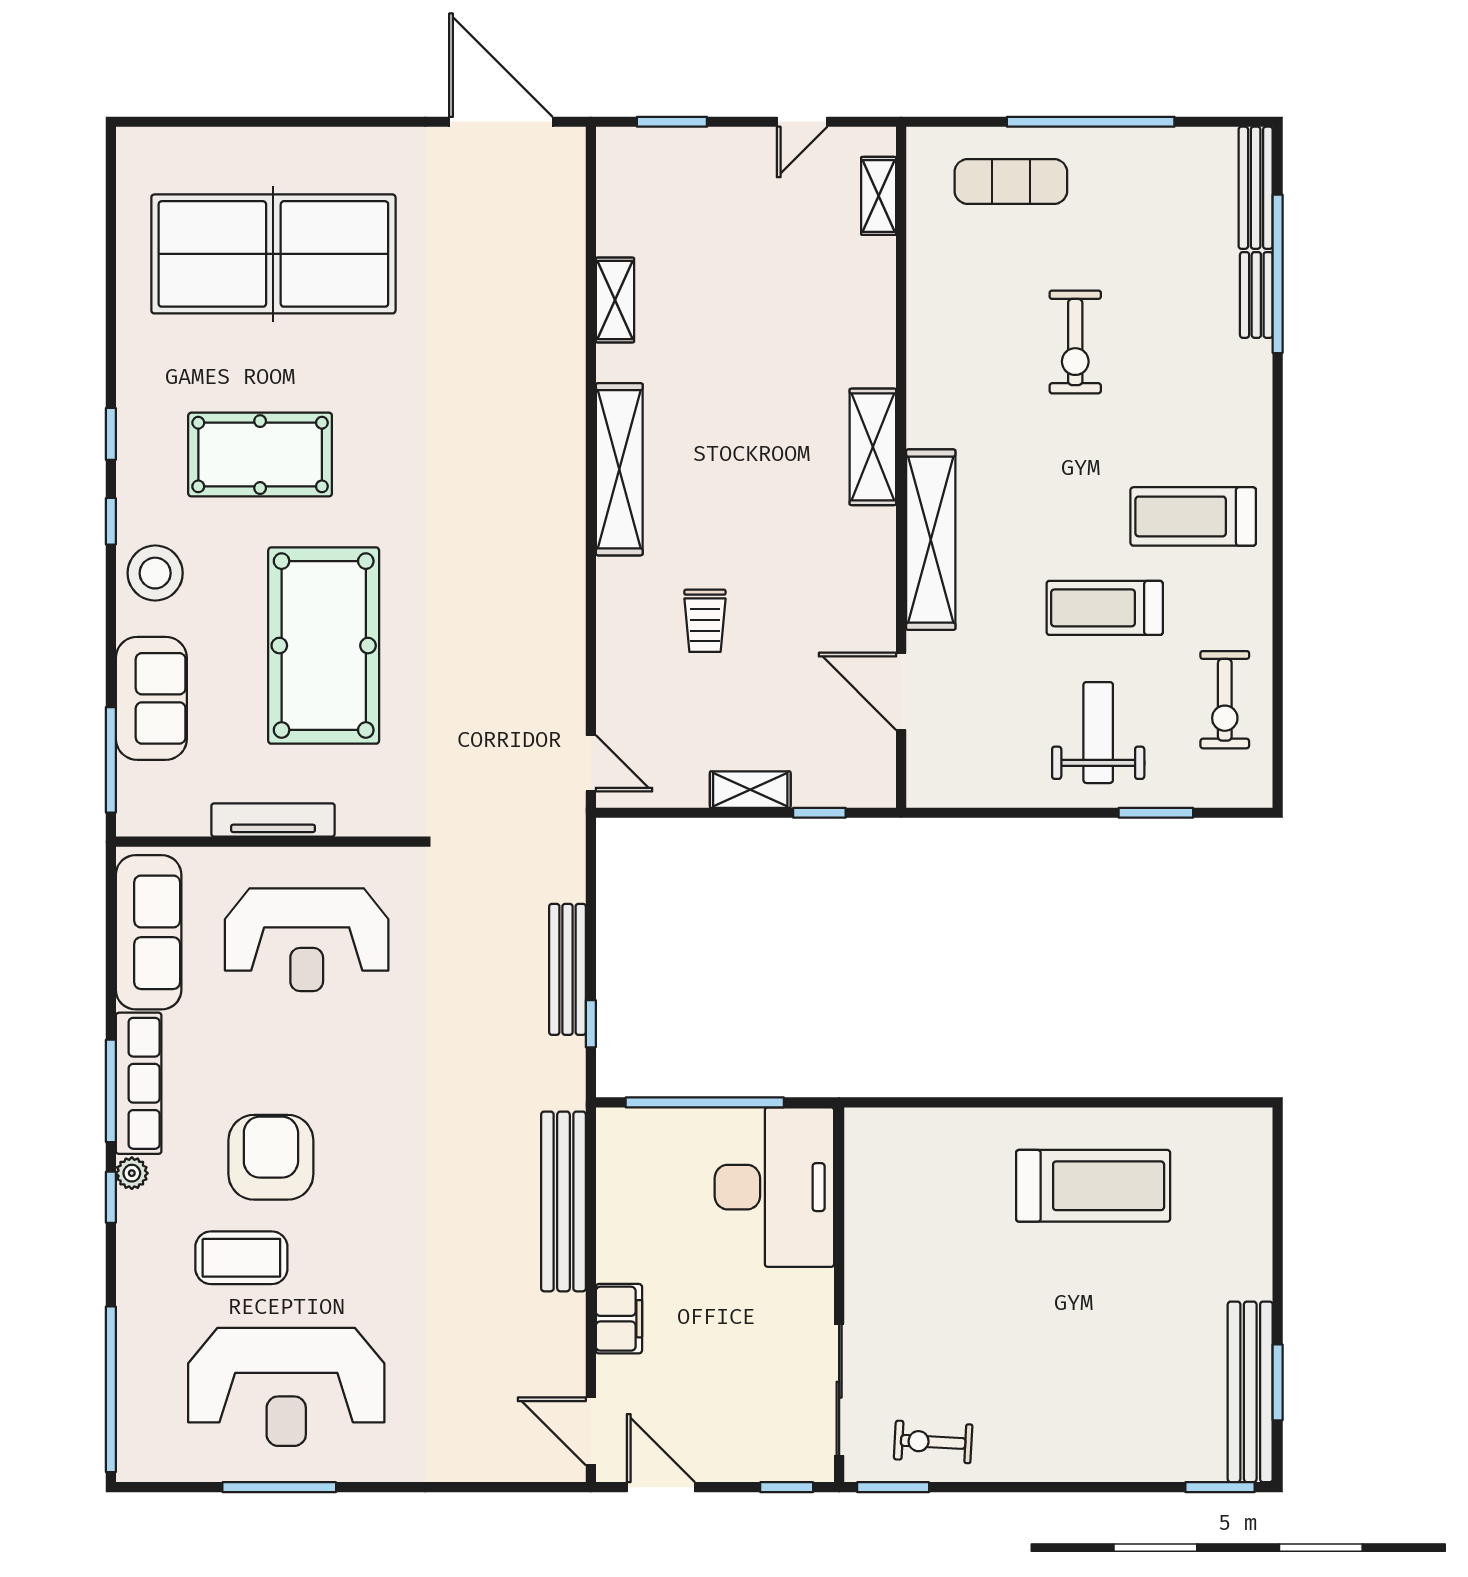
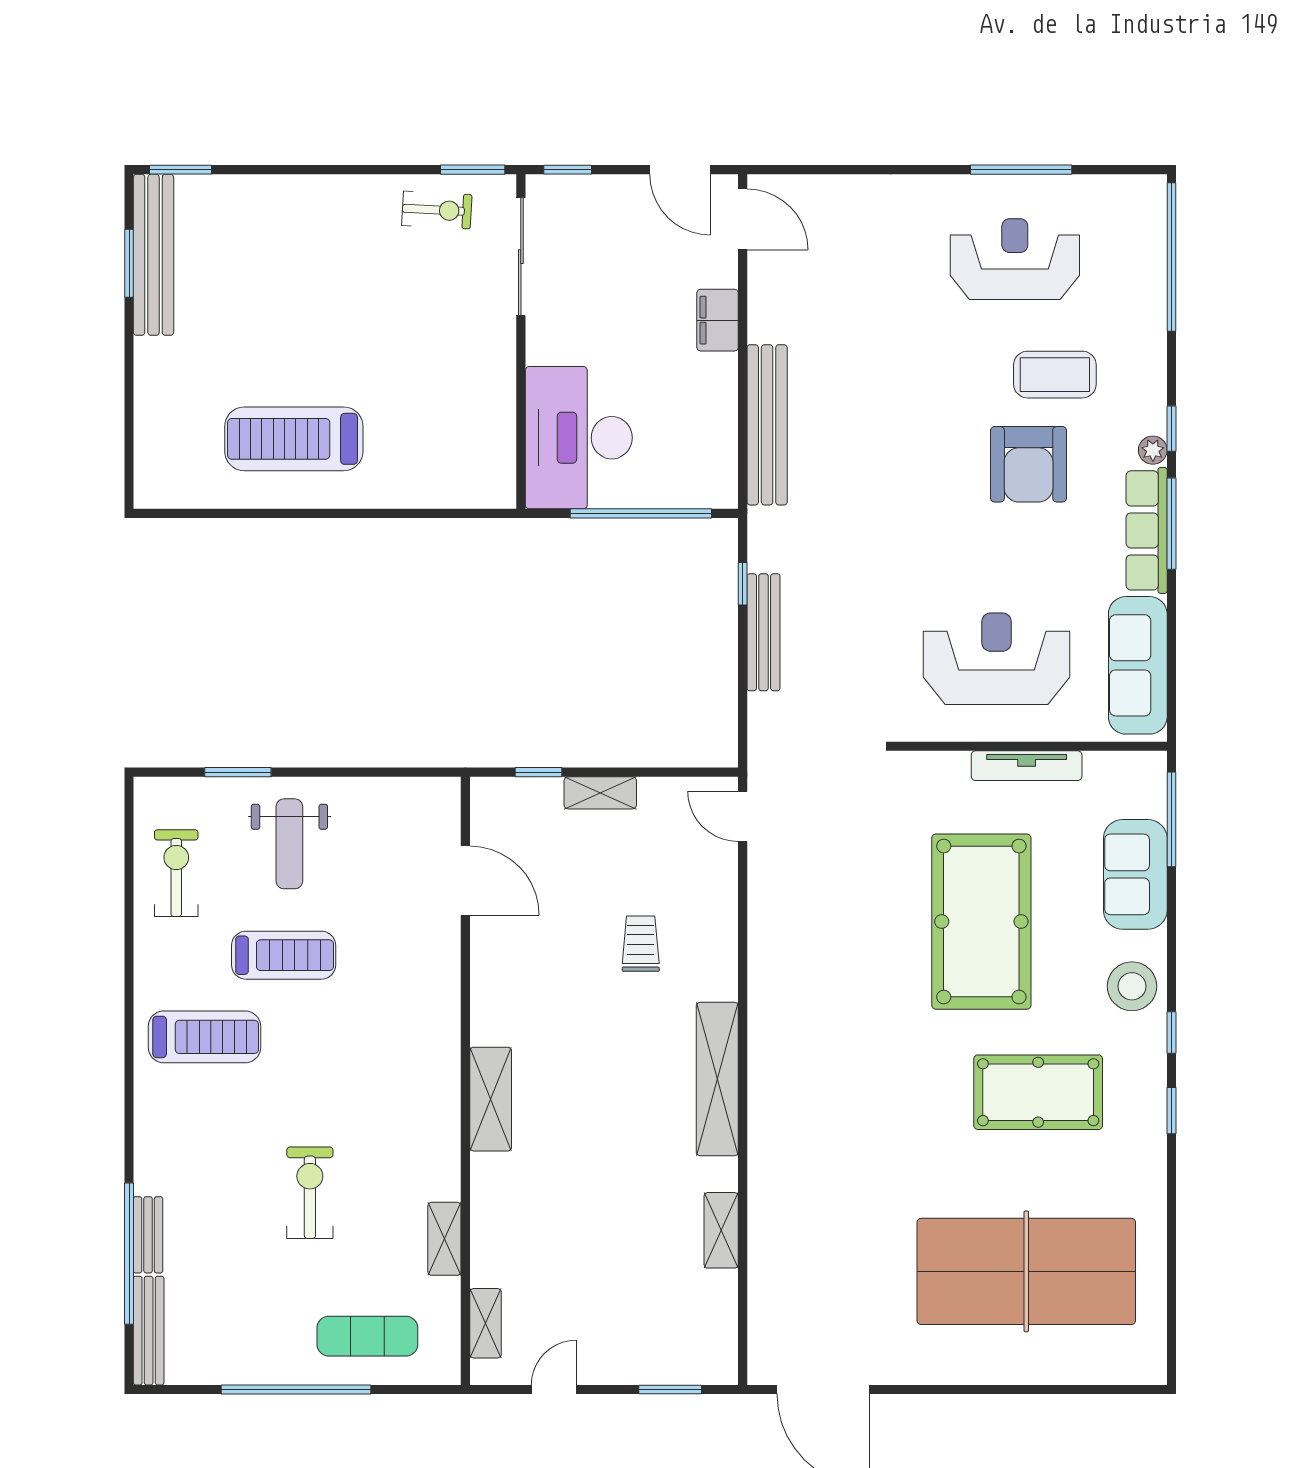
shelving: (931, 540) -> (444, 1239), moved, width x0.45, depth x0.75
reception desk: (286, 1387) -> (1015, 259), width x0.74, depth x0.77

